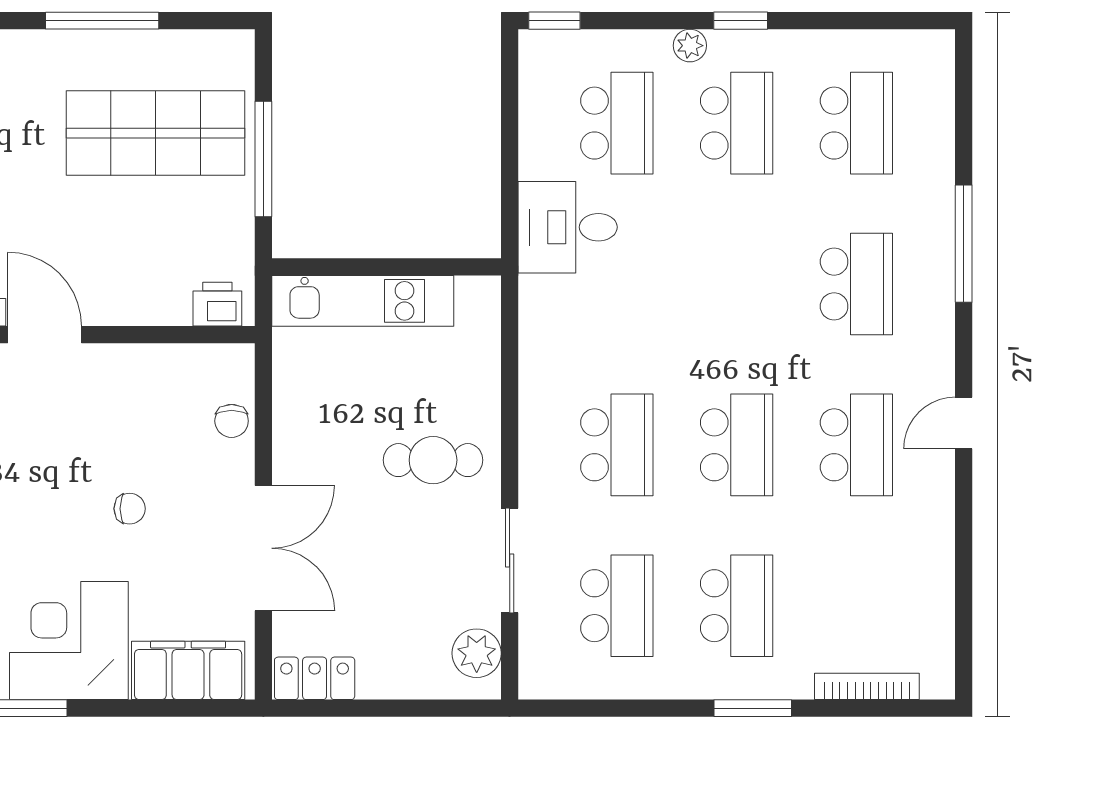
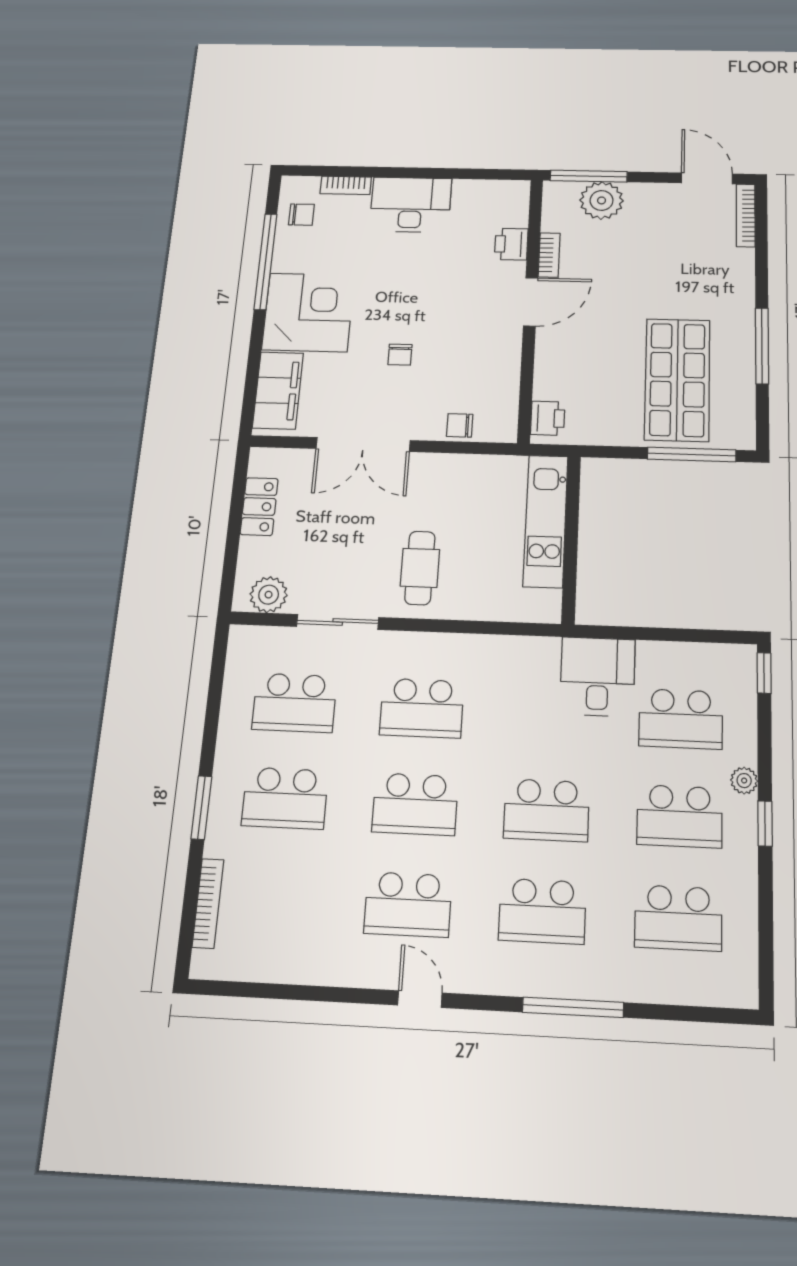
window: (263, 159) -> (691, 455), moved
school desk: (737, 284) -> (547, 810), added
locker: (315, 678) -> (259, 507), moved

